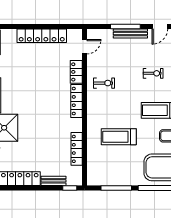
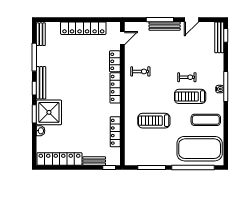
exercise bike: (153, 73) -> (187, 77), moved

